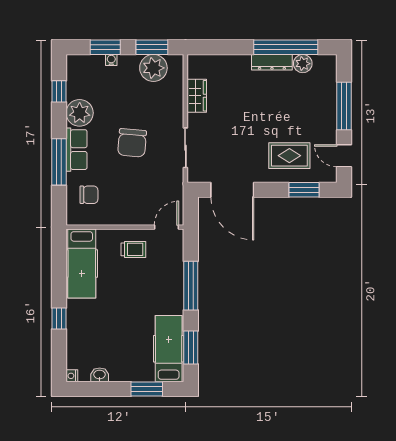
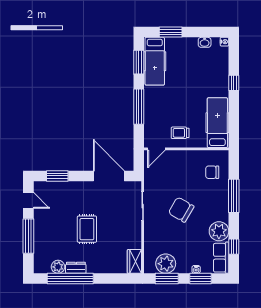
dresser: (272, 62) -> (76, 268), width x0.70
wardrobe: (197, 96) -> (134, 261), moved
chair: (132, 143) -> (181, 210), turned -65
row of seats: (77, 150) -> (221, 258), moved
rug: (289, 156) -> (87, 229), moved, turned 90

